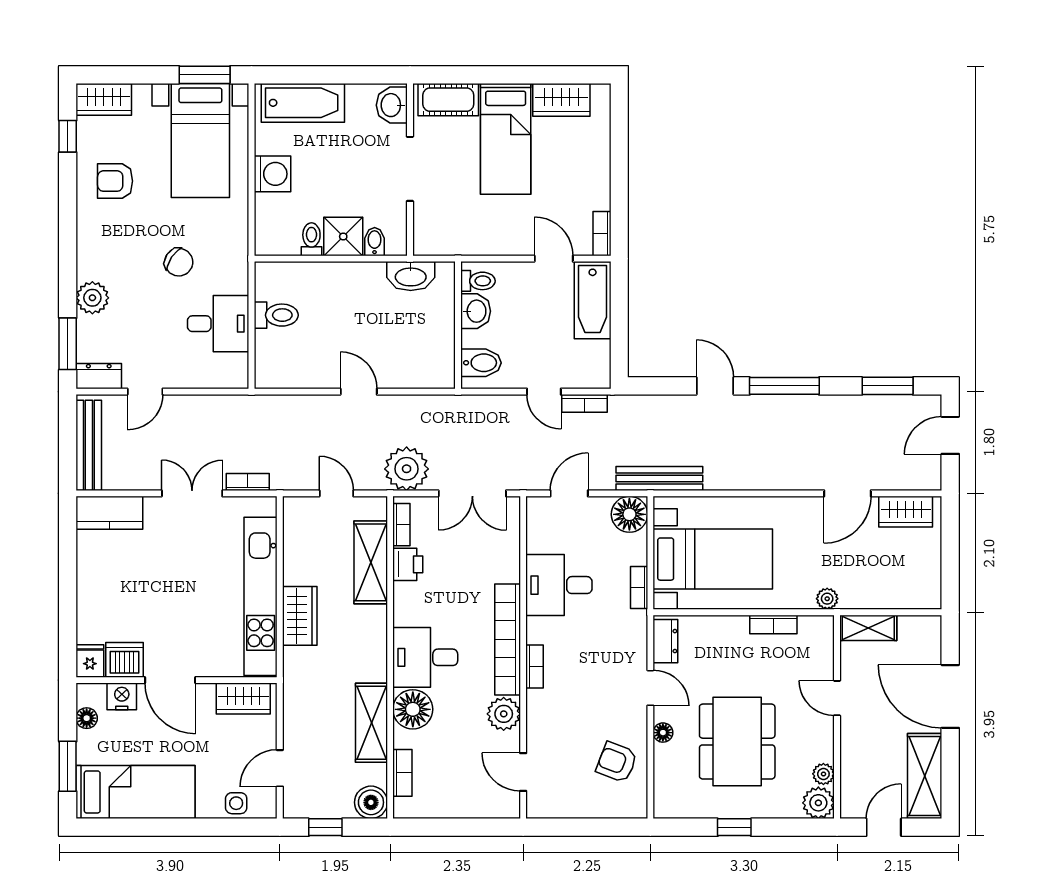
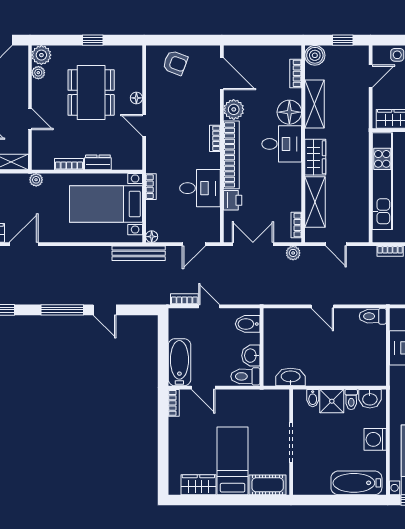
washbasin: (392, 105) -> (370, 399), moved, turned 90
toilet: (478, 281) -> (245, 376), width x1.37, depth x1.39
toilet: (276, 315) -> (373, 316), moved
plant: (407, 469) -> (293, 253), width x0.53, depth x0.53
floor lamp: (629, 514) -> (152, 237), width x0.53, depth x0.53
printer: (408, 564) -> (233, 200), moved, turned 180
wardrobe: (300, 616) -> (315, 157), moved, turned 180
dresser: (665, 641) -> (98, 162), moved, turned 90
armchair: (617, 762) -> (175, 63), moved
door: (523, 772) -> (222, 74), width x1.38

